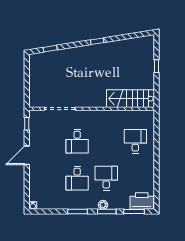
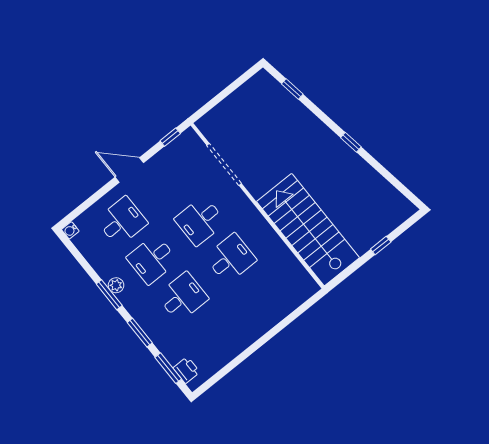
stairs: (131, 99) -> (308, 230), width x1.36, depth x1.51
desk: (135, 141) -> (231, 258), moved
desk: (48, 178) -> (122, 221), added
printer: (142, 201) -> (186, 370), width x0.53, depth x0.68
plant: (103, 205) -> (116, 285), moved

